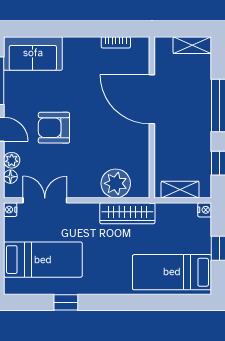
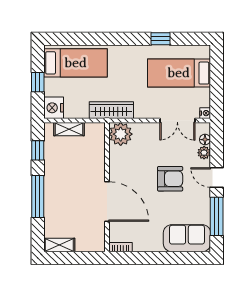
door: (152, 99) -> (107, 202), moved
wall: (152, 117) -> (107, 187), moved
nightstand: (205, 210) -> (54, 108), width x1.89, depth x1.79

